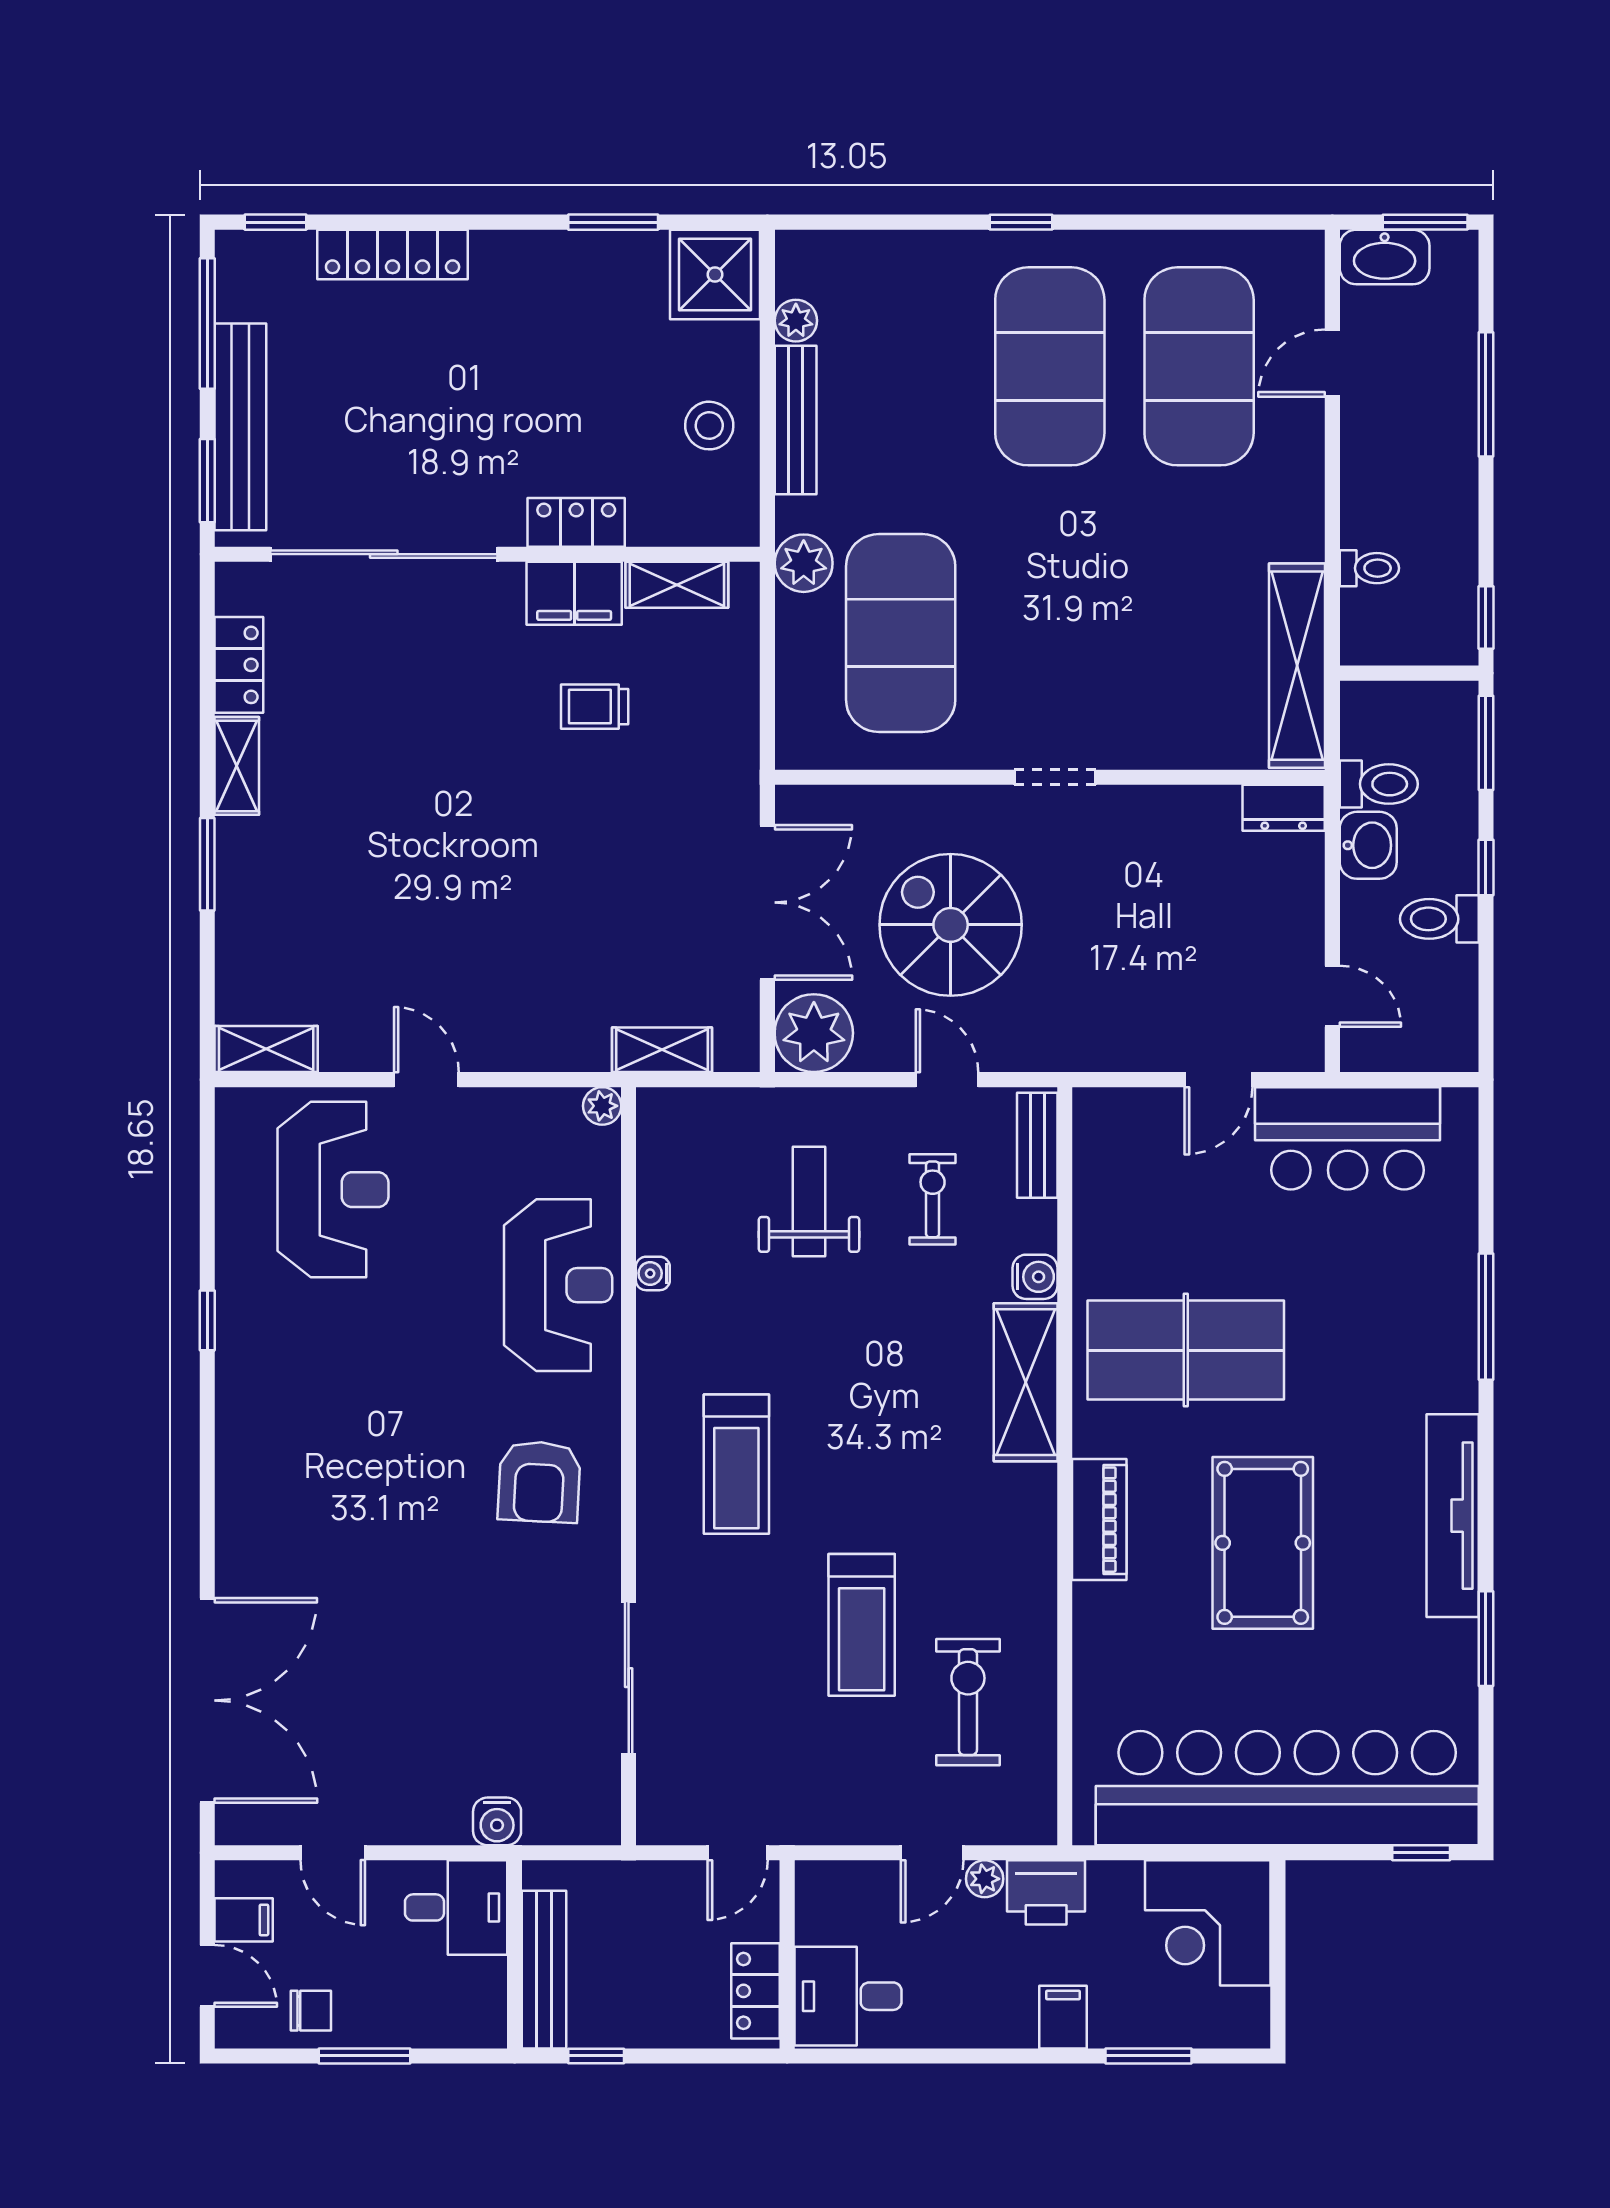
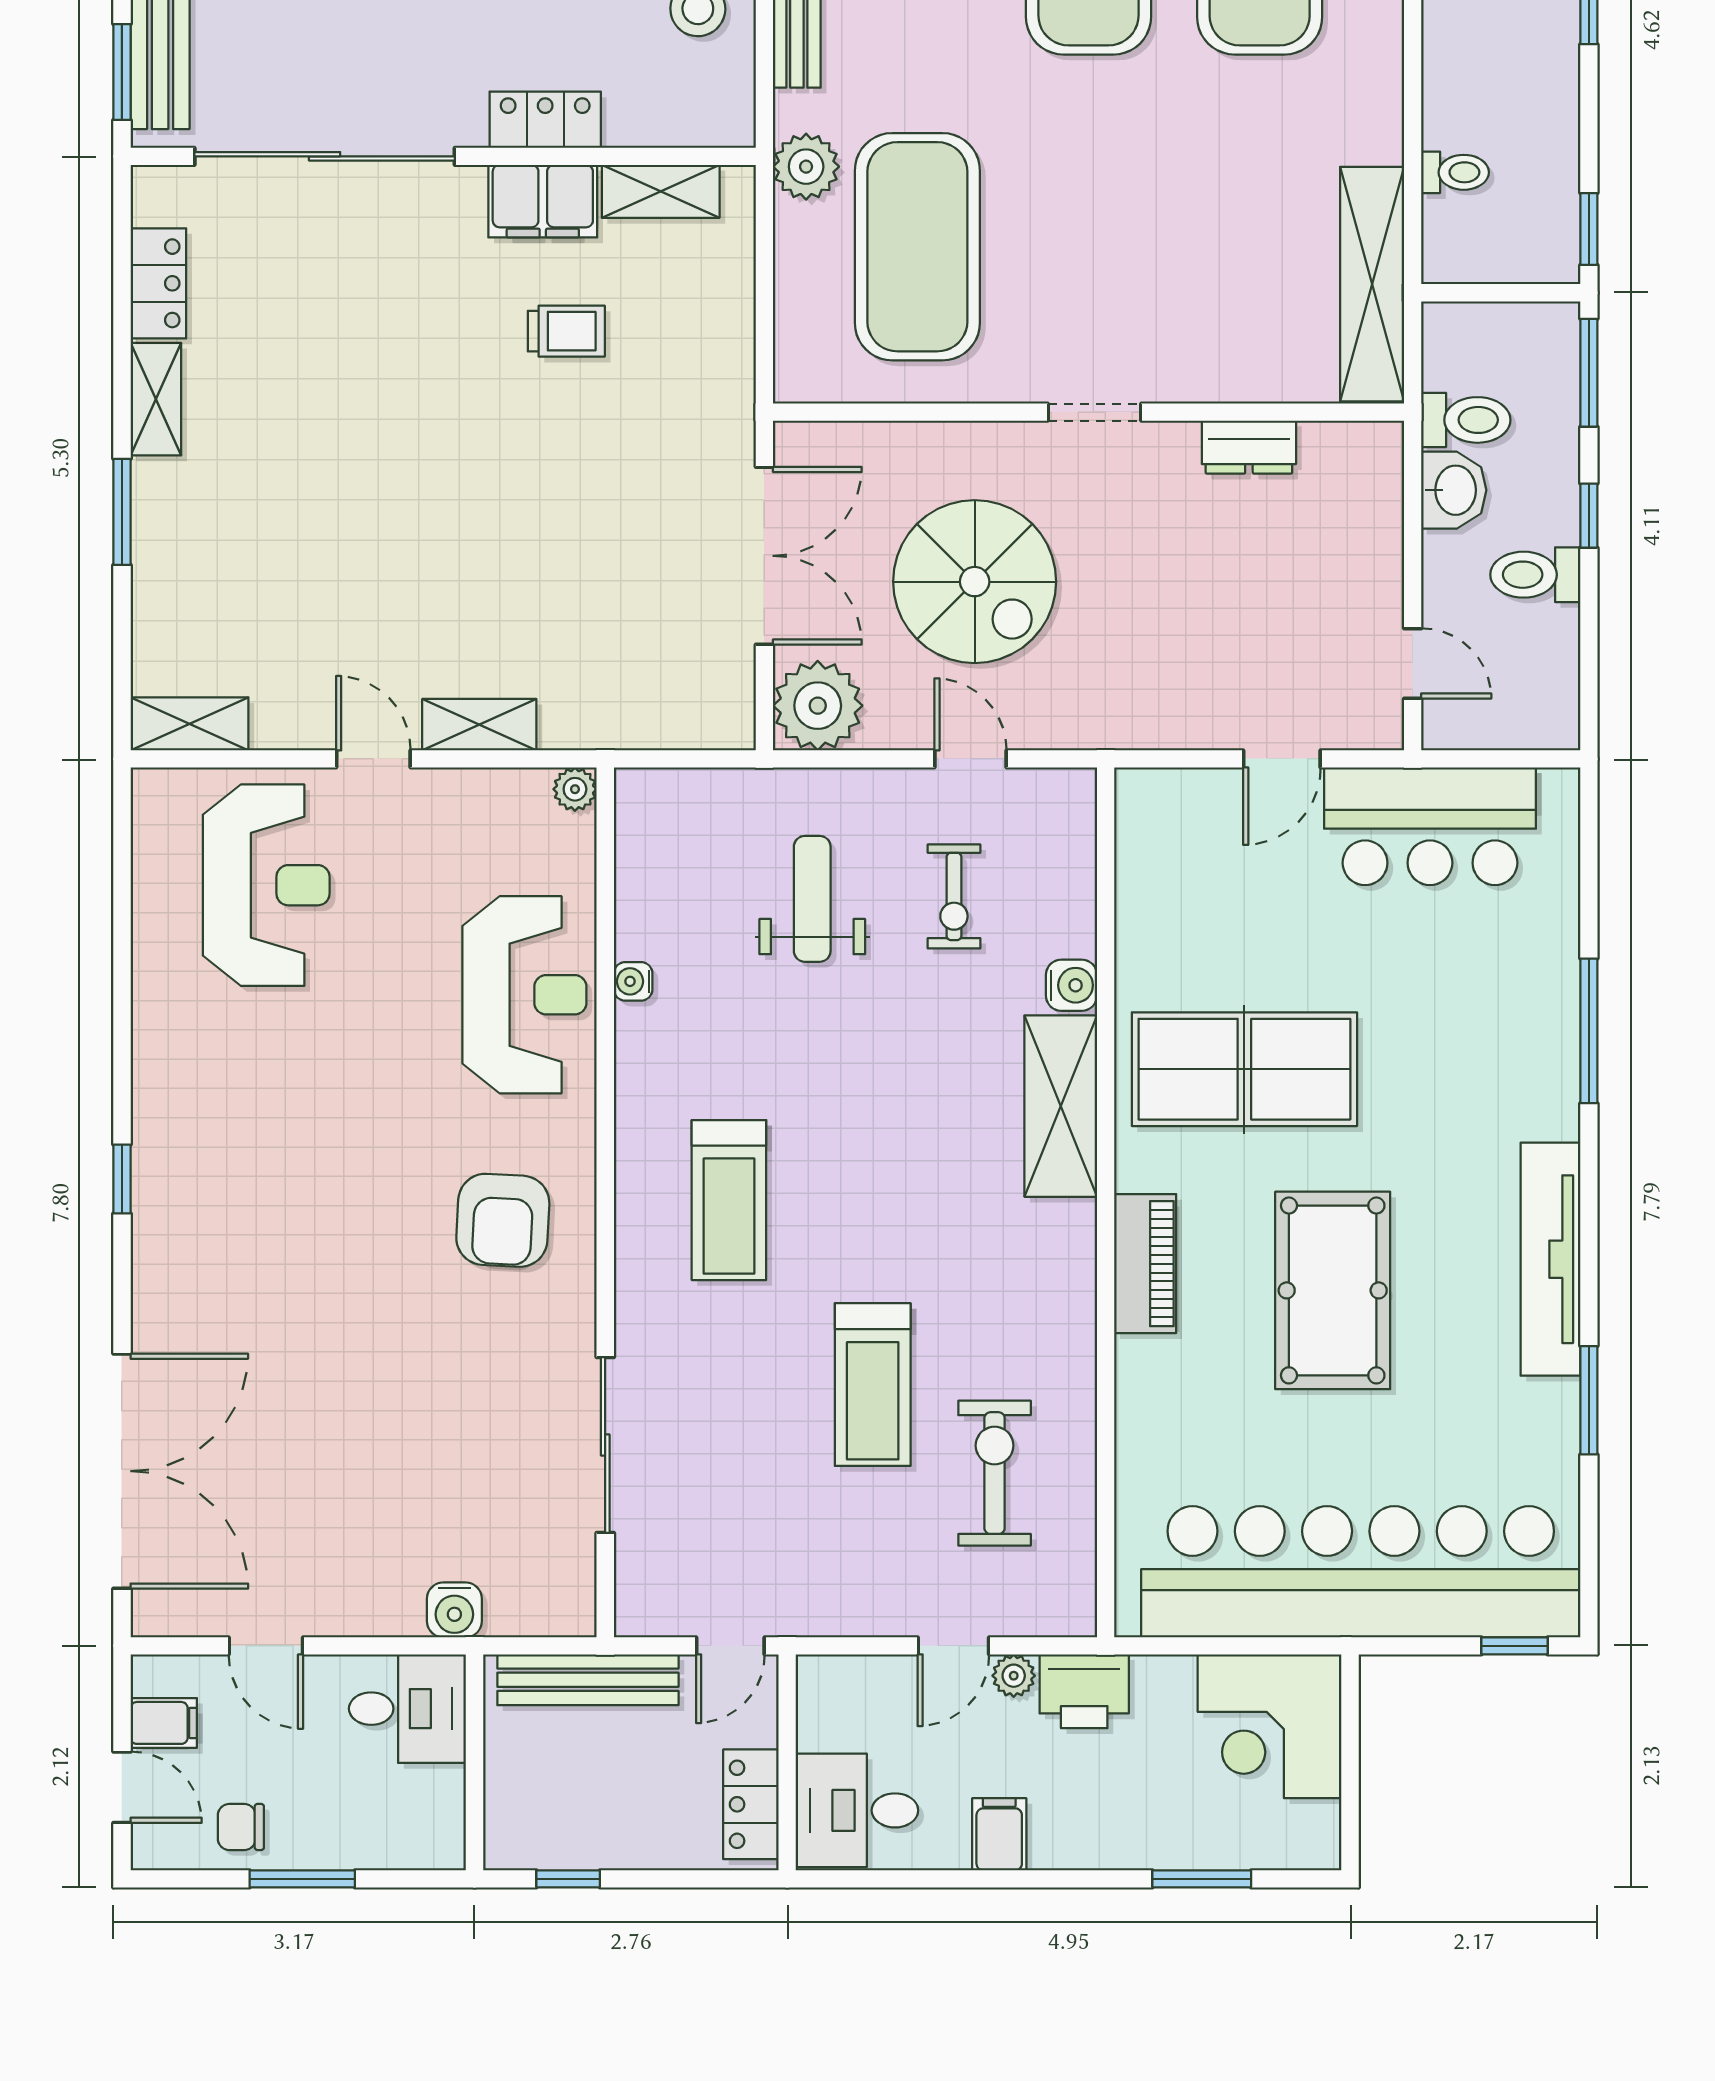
trolley: (595, 707) -> (566, 331), turned 180
dresser: (1284, 808) -> (1249, 447), moved
spiral stairs: (951, 925) -> (975, 582), turned 180
shelving: (662, 1050) -> (479, 725), moved
bench: (1037, 1145) -> (1074, 834), removed
exercise bike: (933, 1199) -> (954, 896), turned 180
window: (207, 1320) -> (122, 1179), moved
bench: (544, 1970) -> (588, 1680), moved, turned 90
chair: (311, 2011) -> (241, 1827), turned 180
filing cabinet: (1063, 2017) -> (999, 1834), moved

